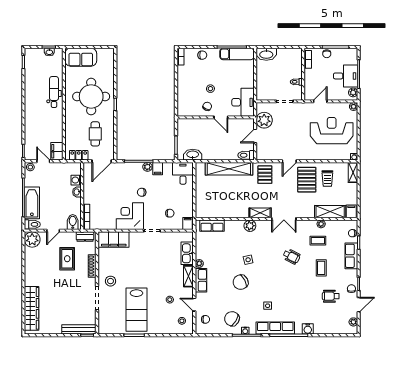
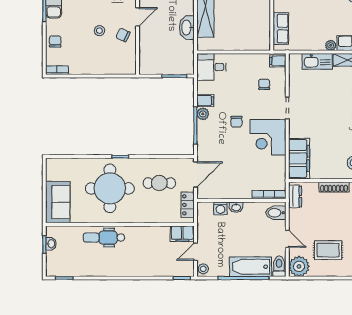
washbasin: (193, 155) -> (187, 28), moved
door: (102, 161) -> (195, 174), hinge flipped
rug: (67, 259) -> (328, 250), moved

